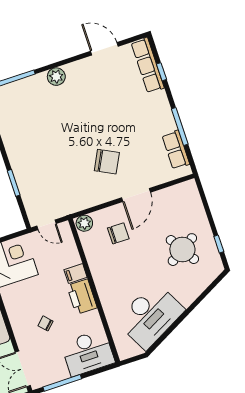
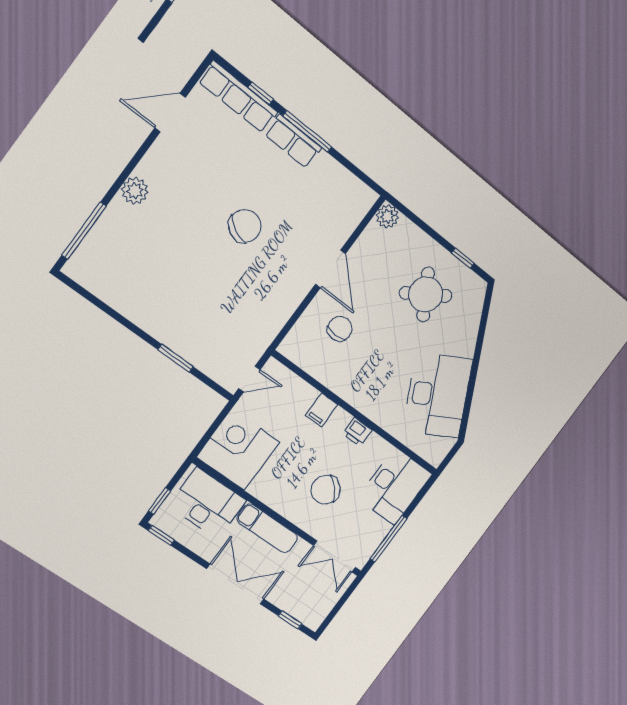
window: (180, 127) -> (307, 131), moved
row of seats: (176, 150) -> (293, 141), moved
chair: (107, 162) -> (245, 226), moved
plant: (84, 223) -> (387, 216), moved
printer: (82, 297) -> (357, 432), width x0.53, depth x0.68
chair: (45, 323) -> (326, 490), width x1.87, depth x1.87

